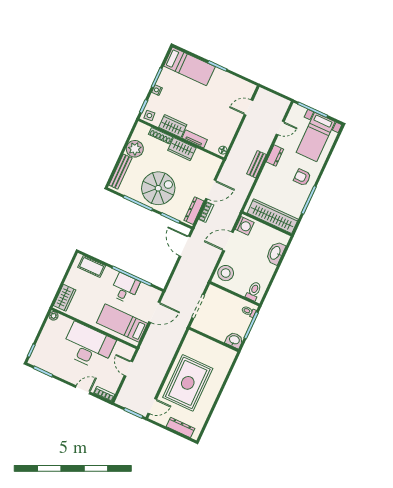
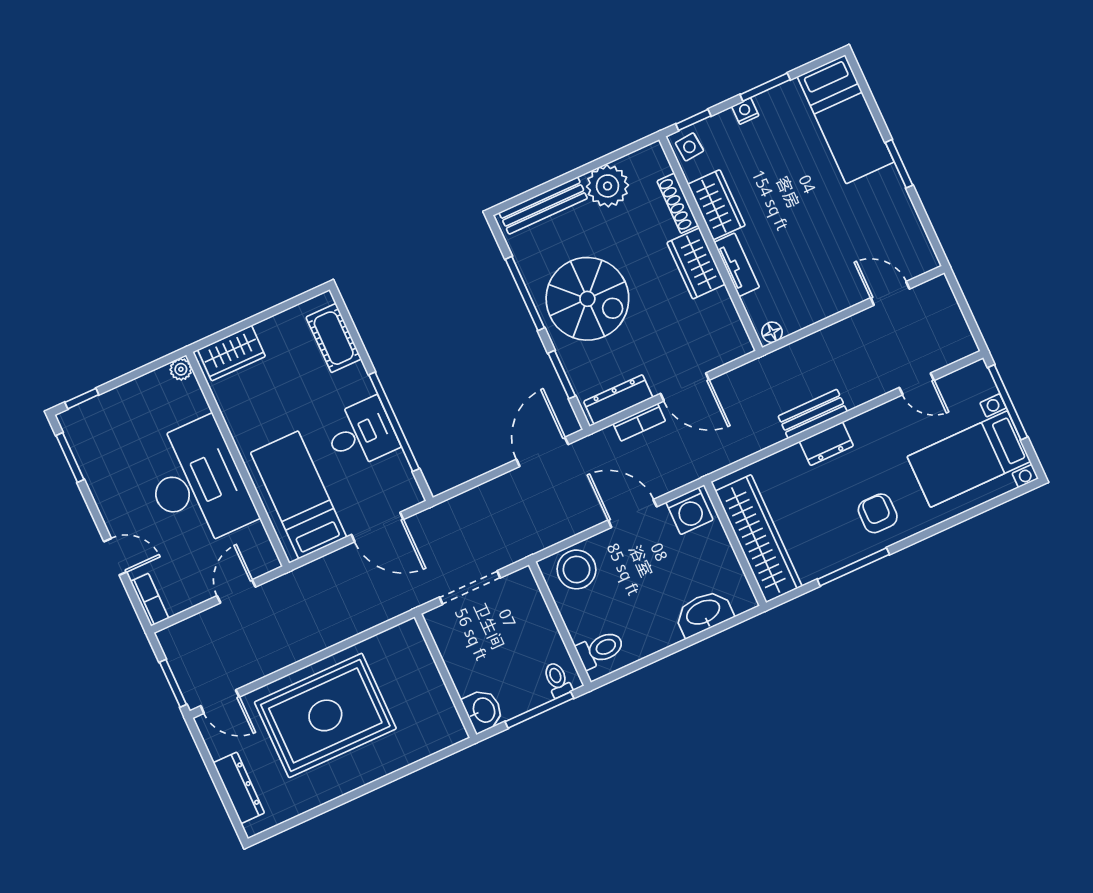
dresser: (275, 156) -> (826, 444), moved

